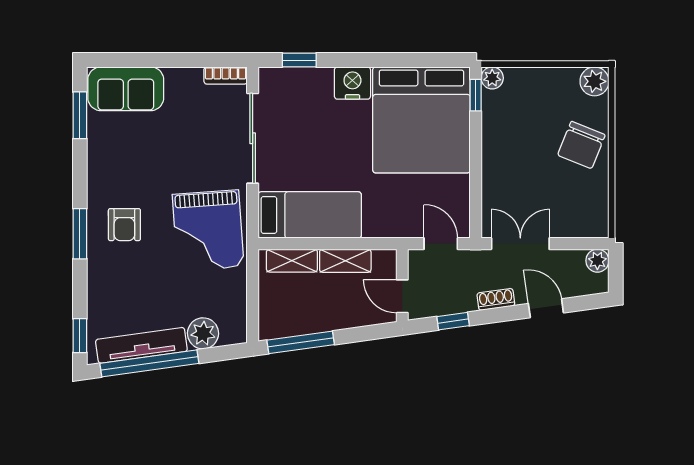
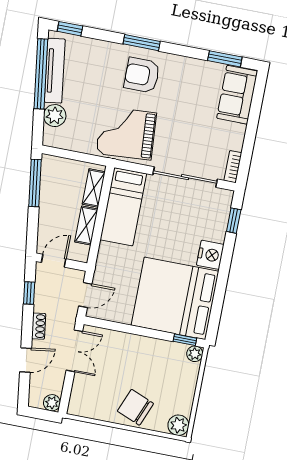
armchair: (124, 225) -> (142, 75), width x1.38, depth x1.38

